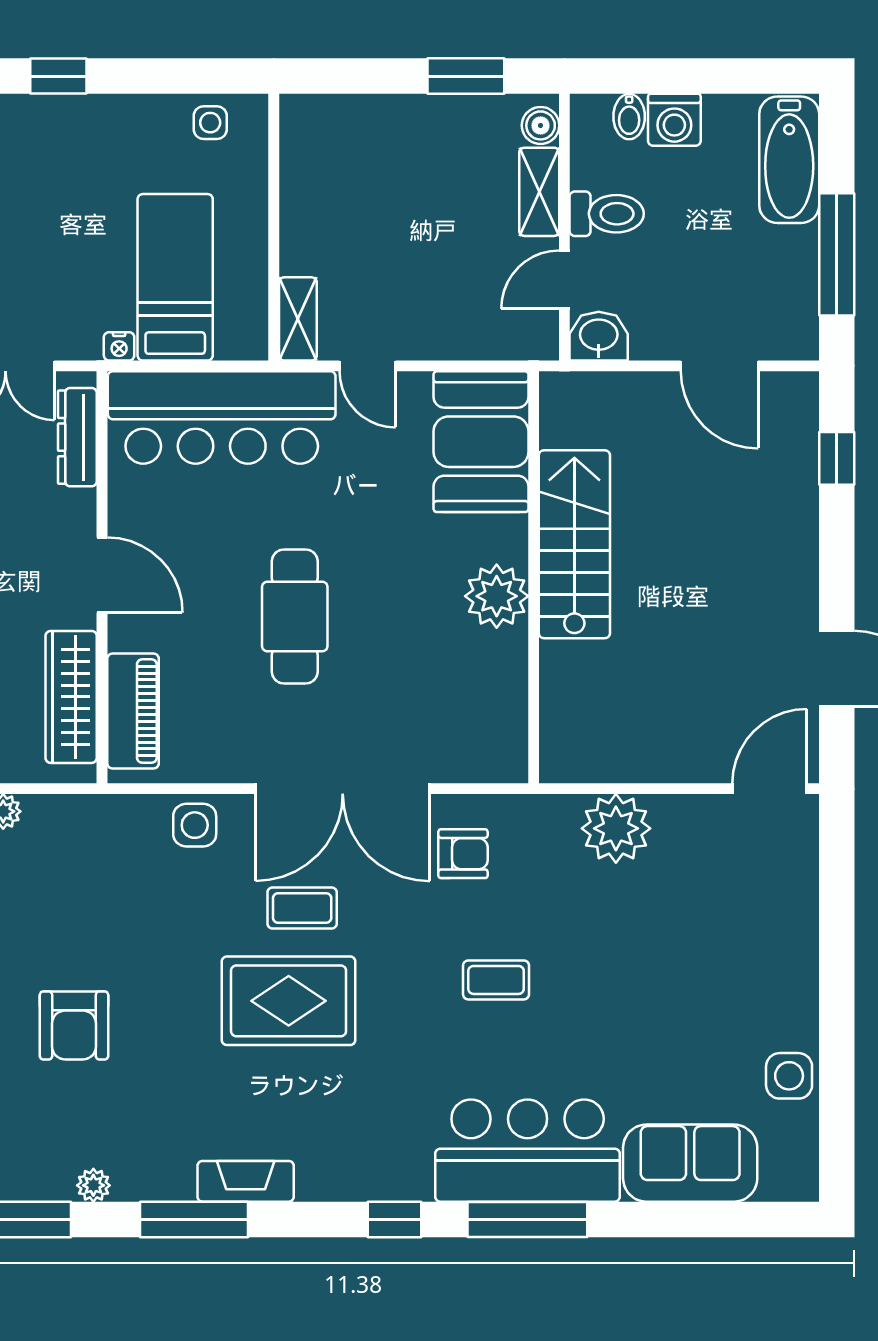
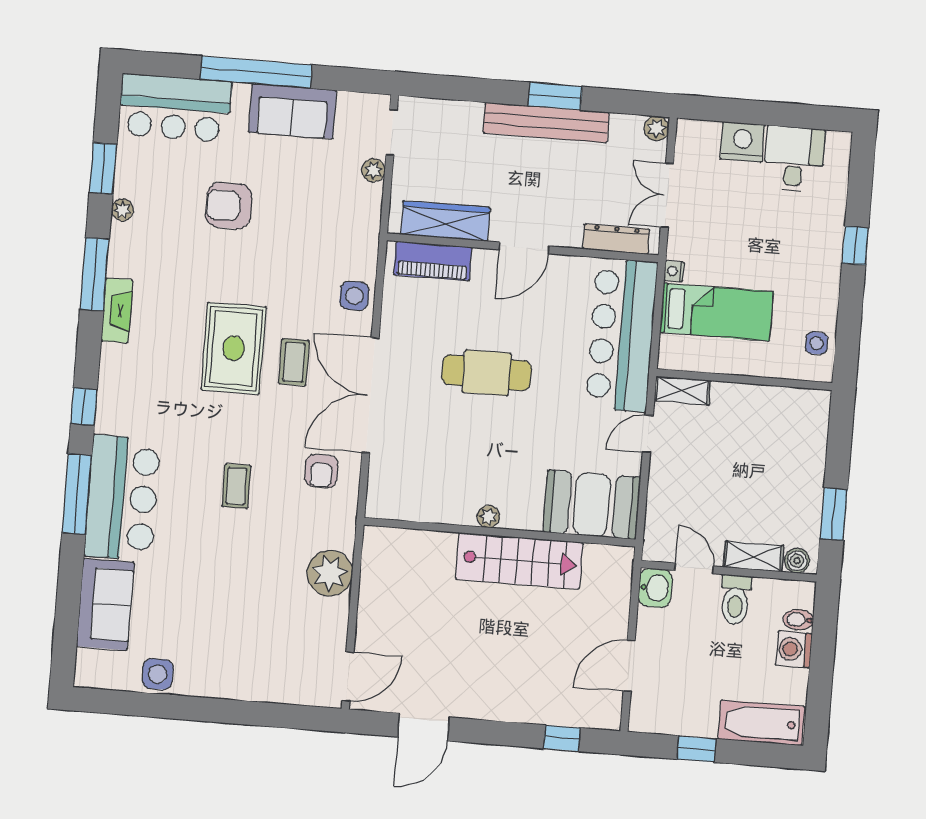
window: (837, 254) -> (696, 749), width x0.46
plant: (497, 596) -> (488, 517), width x0.53, depth x0.53
door: (770, 789) -> (348, 677), hinge flipped

